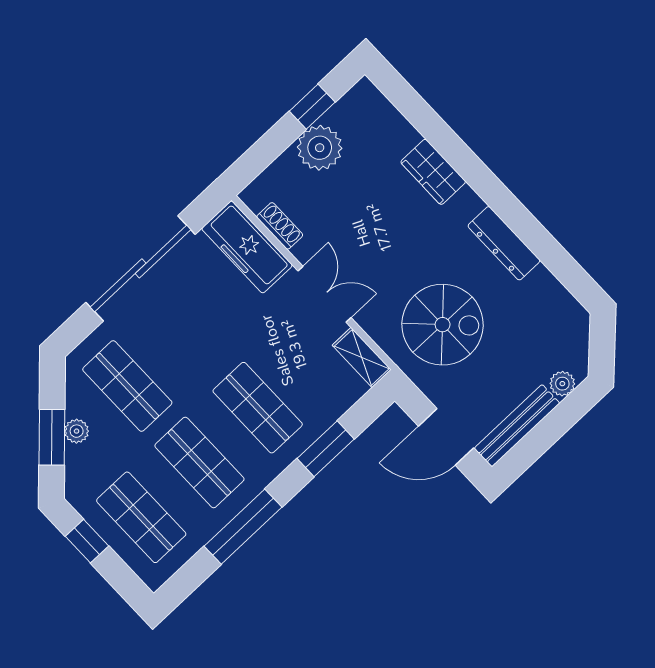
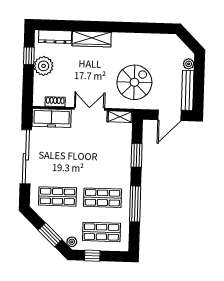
wardrobe: (433, 172) -> (92, 39), width x1.50
dresser: (504, 243) -> (55, 37), moved
shop shelf: (258, 408) -> (104, 163), removed
plant: (77, 431) -> (72, 242), moved

